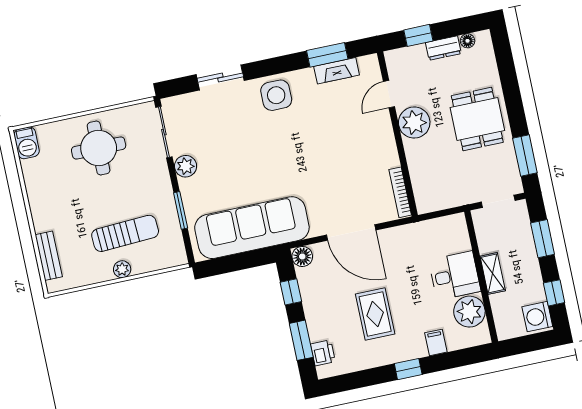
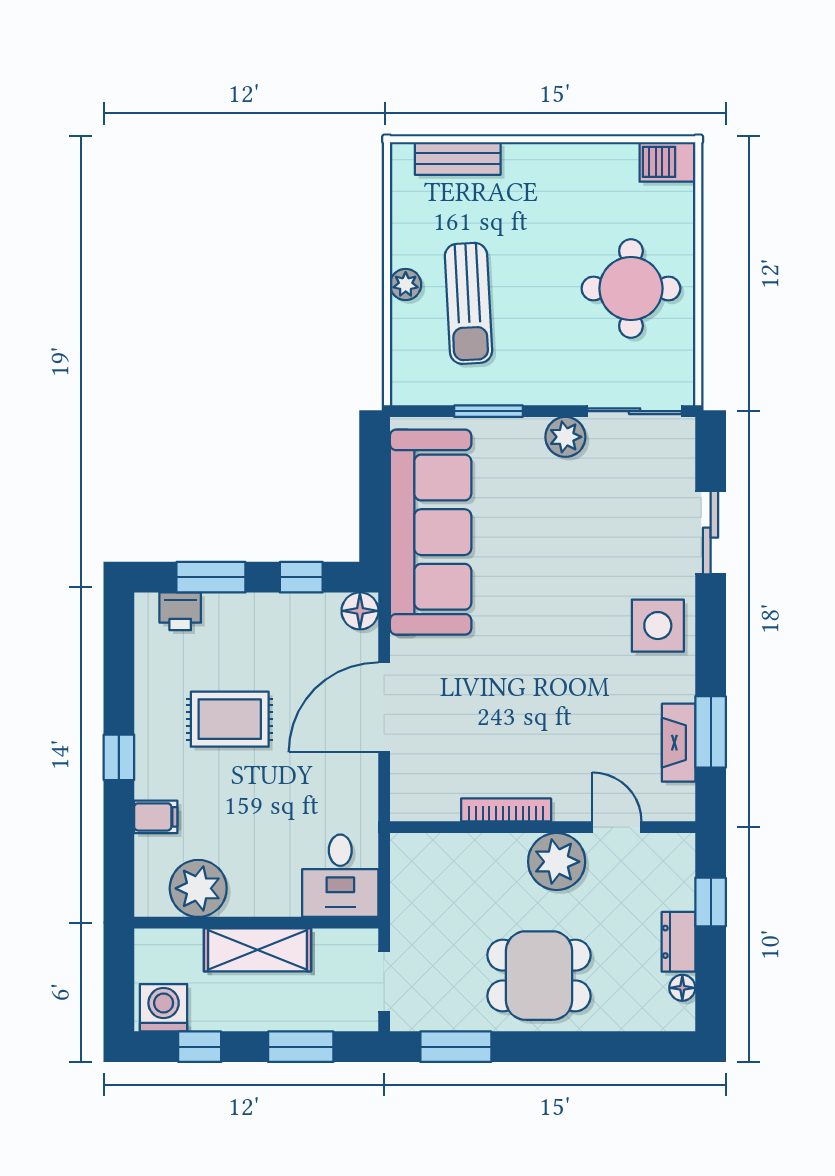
bookcase: (400, 192) -> (506, 810), moved
shelving: (493, 273) -> (257, 950), width x1.50, depth x1.33
desk: (455, 276) -> (340, 876), moved

